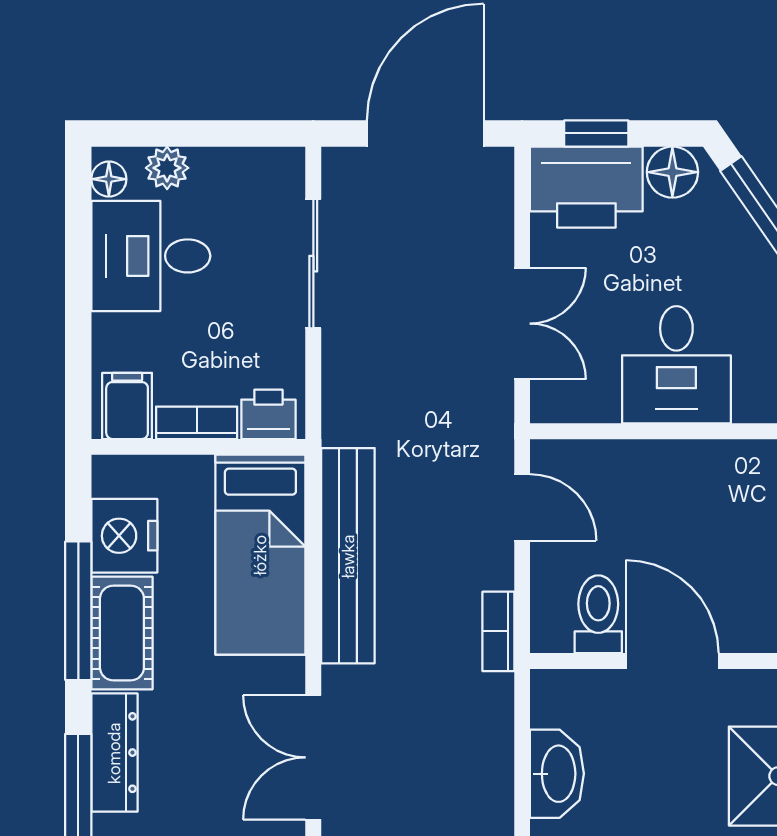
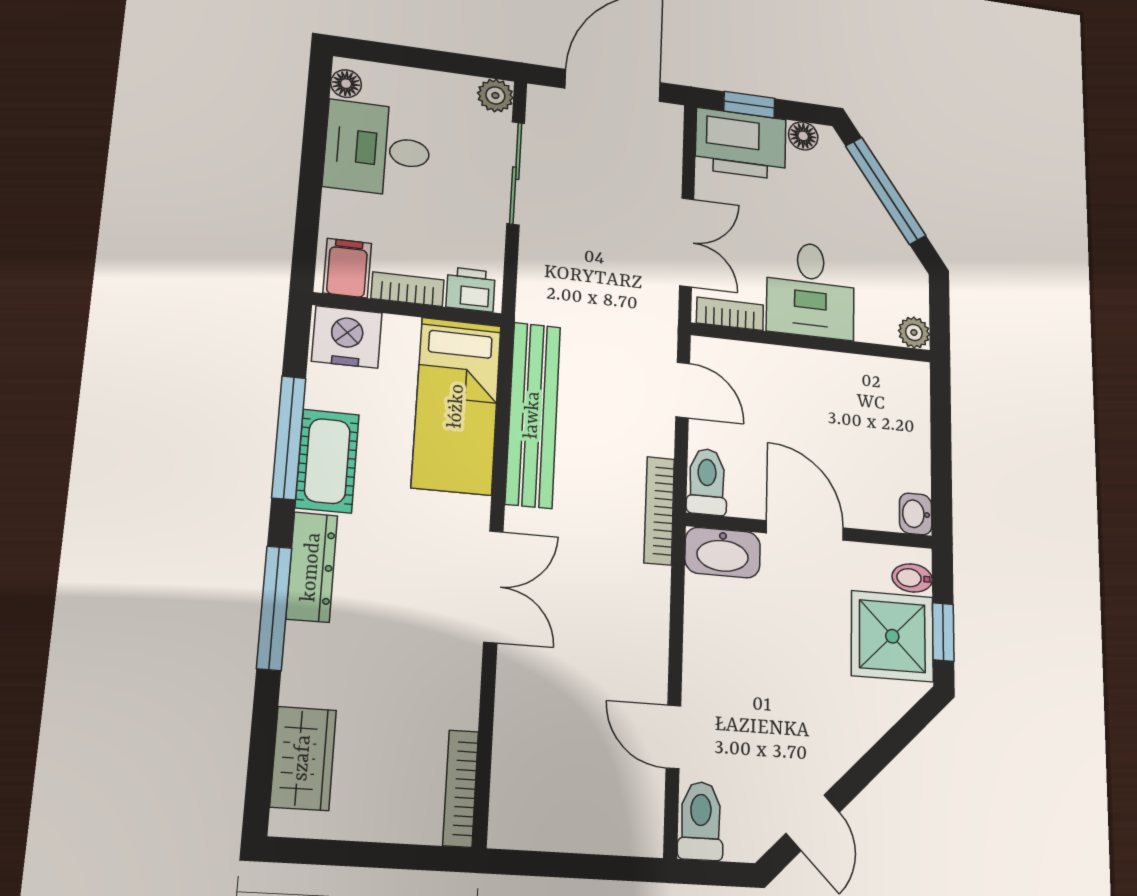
plant: (167, 168) -> (495, 95), moved
floor lamp: (672, 172) -> (803, 136), width x0.73, depth x0.73
bookcase: (577, 407) -> (730, 314), added
nightstand: (124, 536) -> (347, 337), moved, turned 90
toilet: (598, 614) -> (707, 482), moved
bookcase: (498, 631) -> (659, 511), width x1.56
double door: (313, 757) -> (493, 587), swing flipped
washbasin: (557, 774) -> (723, 553), moved, turned 90

